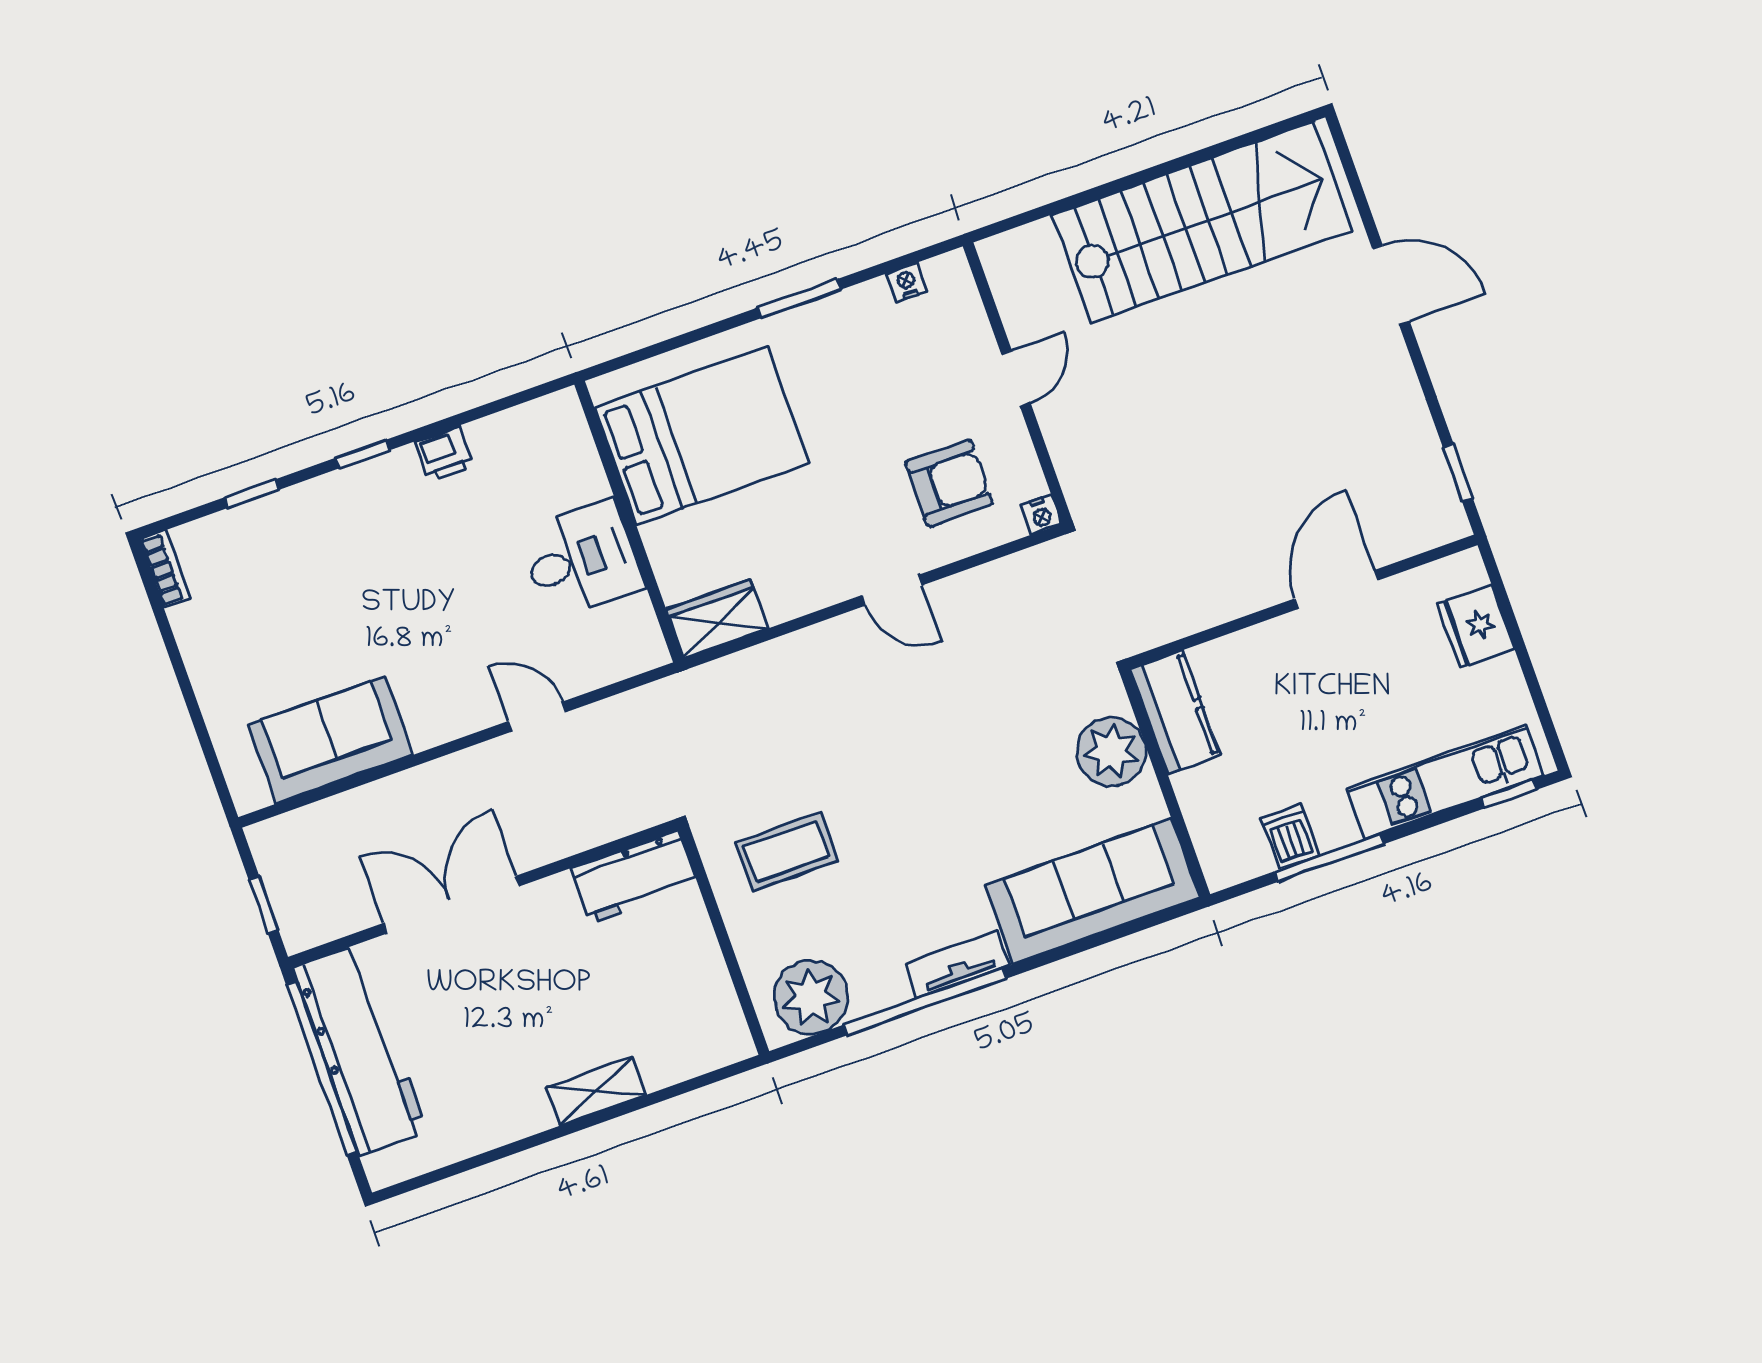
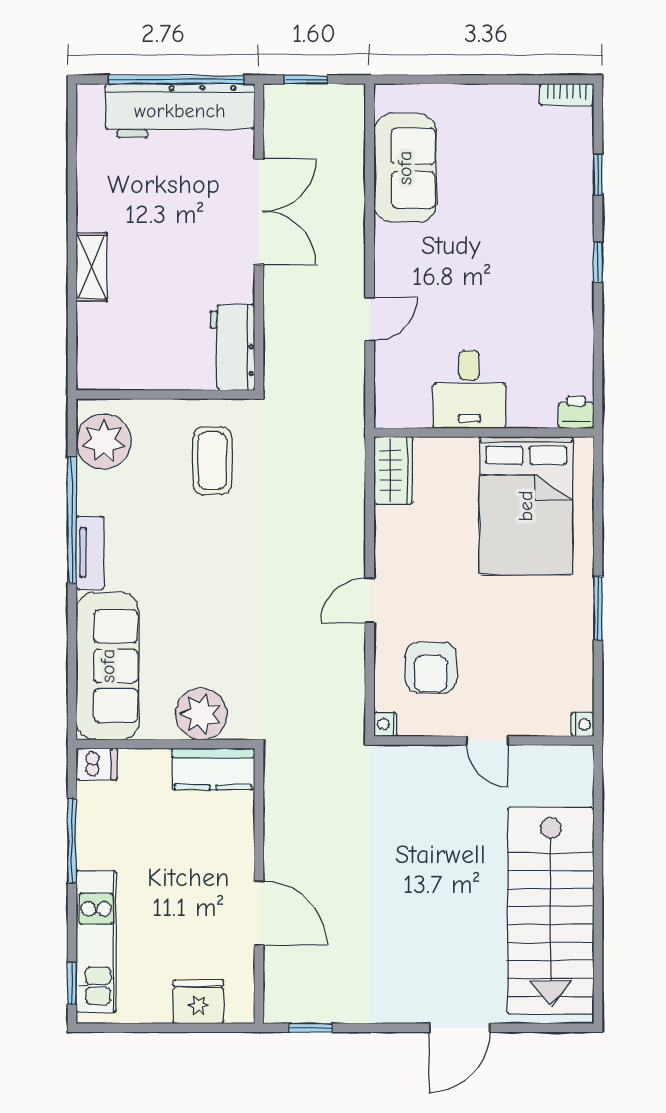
nightstand: (907, 282) -> (583, 724), moved
printer: (444, 454) -> (576, 412), moved, turned 90
dishwasher: (1290, 837) -> (97, 764), moved

